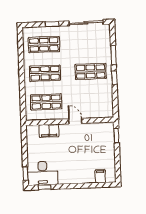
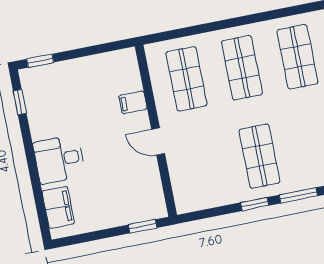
door: (75, 121) -> (158, 141), swing flipped
filing cabinet: (49, 131) -> (133, 102), width x0.50
desk: (43, 173) -> (59, 159), moved, width x0.73
filing cabinet: (100, 176) -> (58, 207), width x2.00

